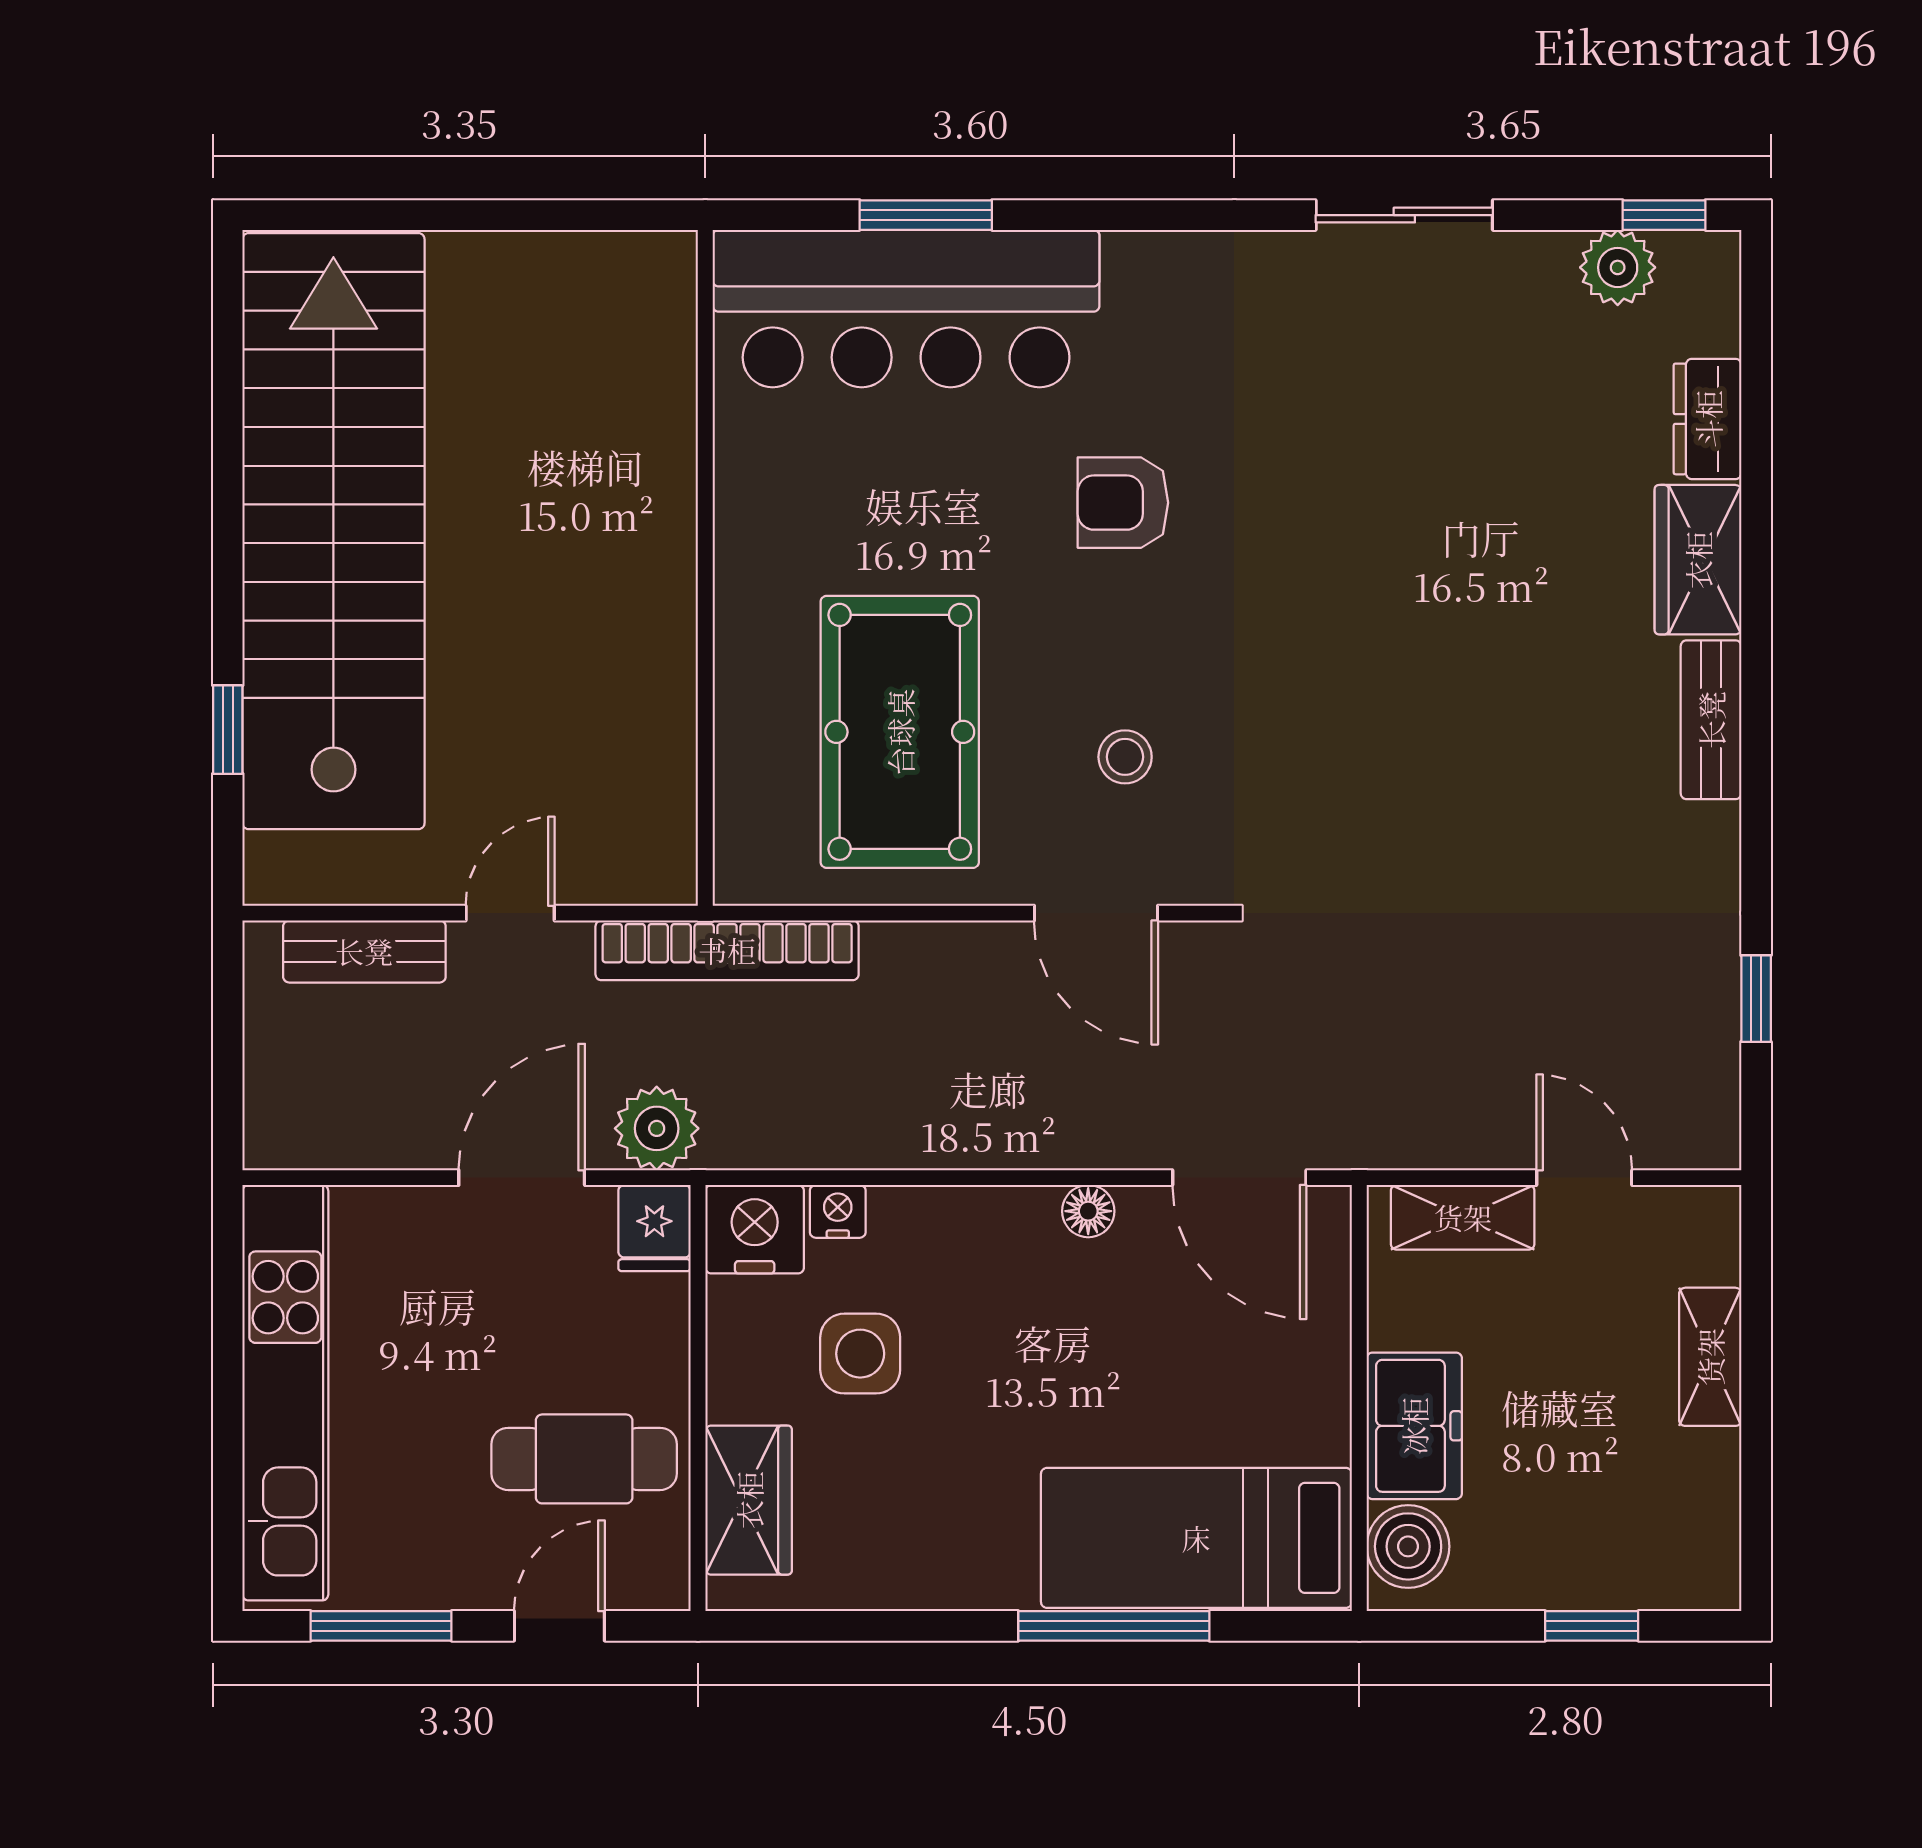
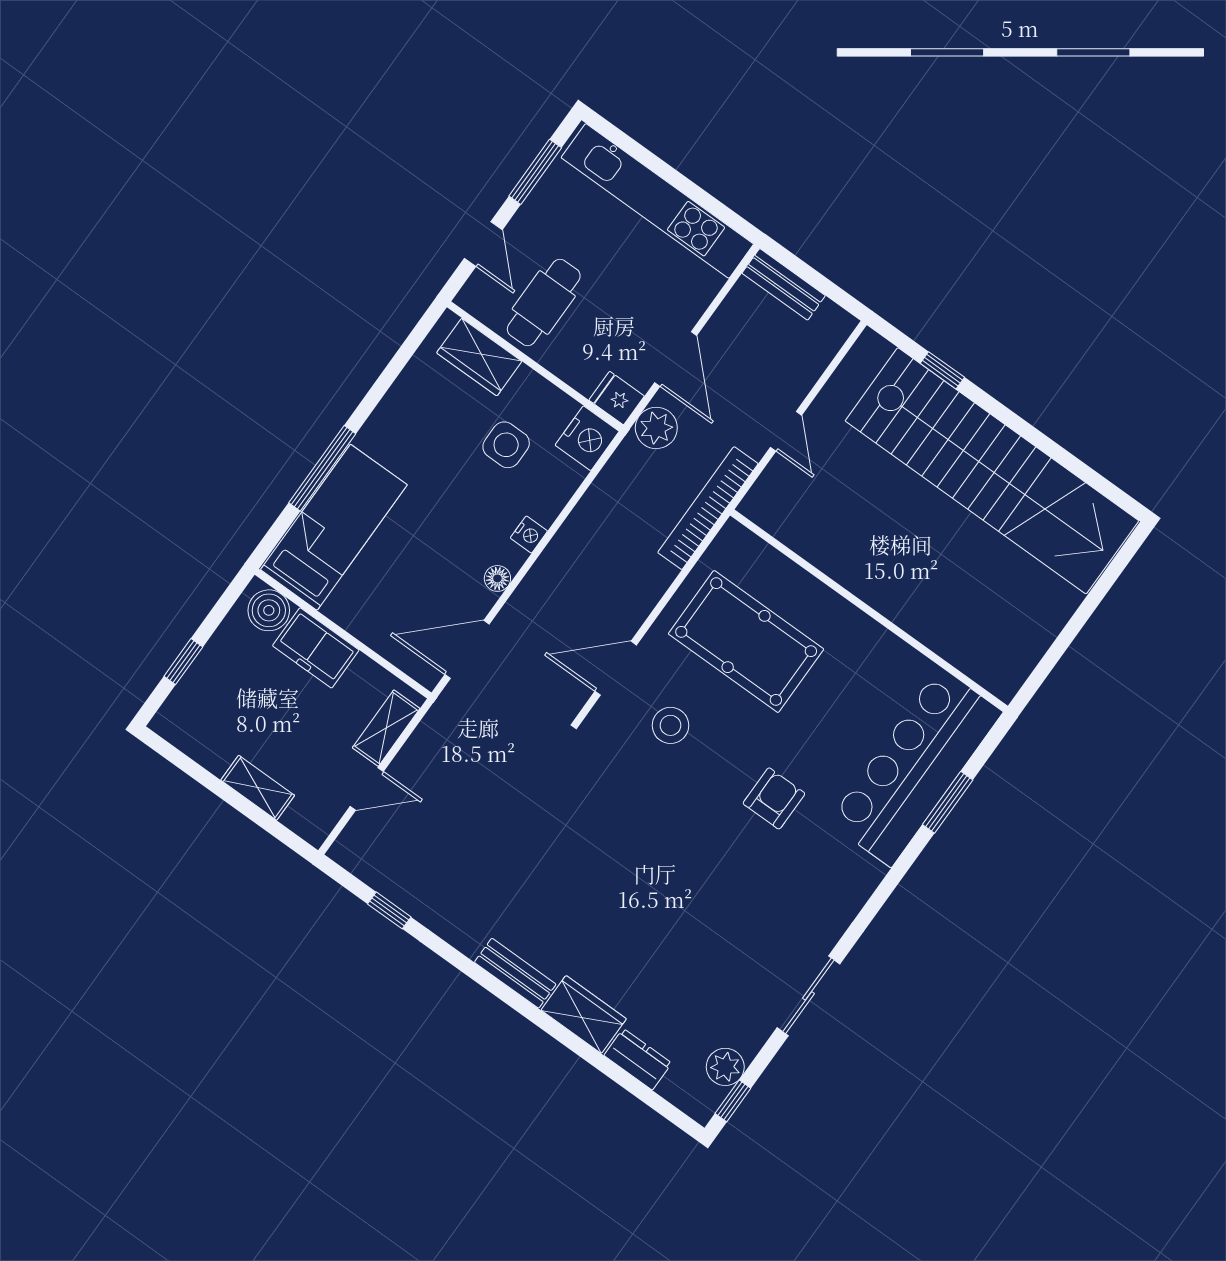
stool: (1125, 757) -> (670, 725), width x1.37, depth x1.37
bench: (364, 951) -> (784, 284), moved, turned 90
nightstand: (838, 1211) -> (529, 535), moved

